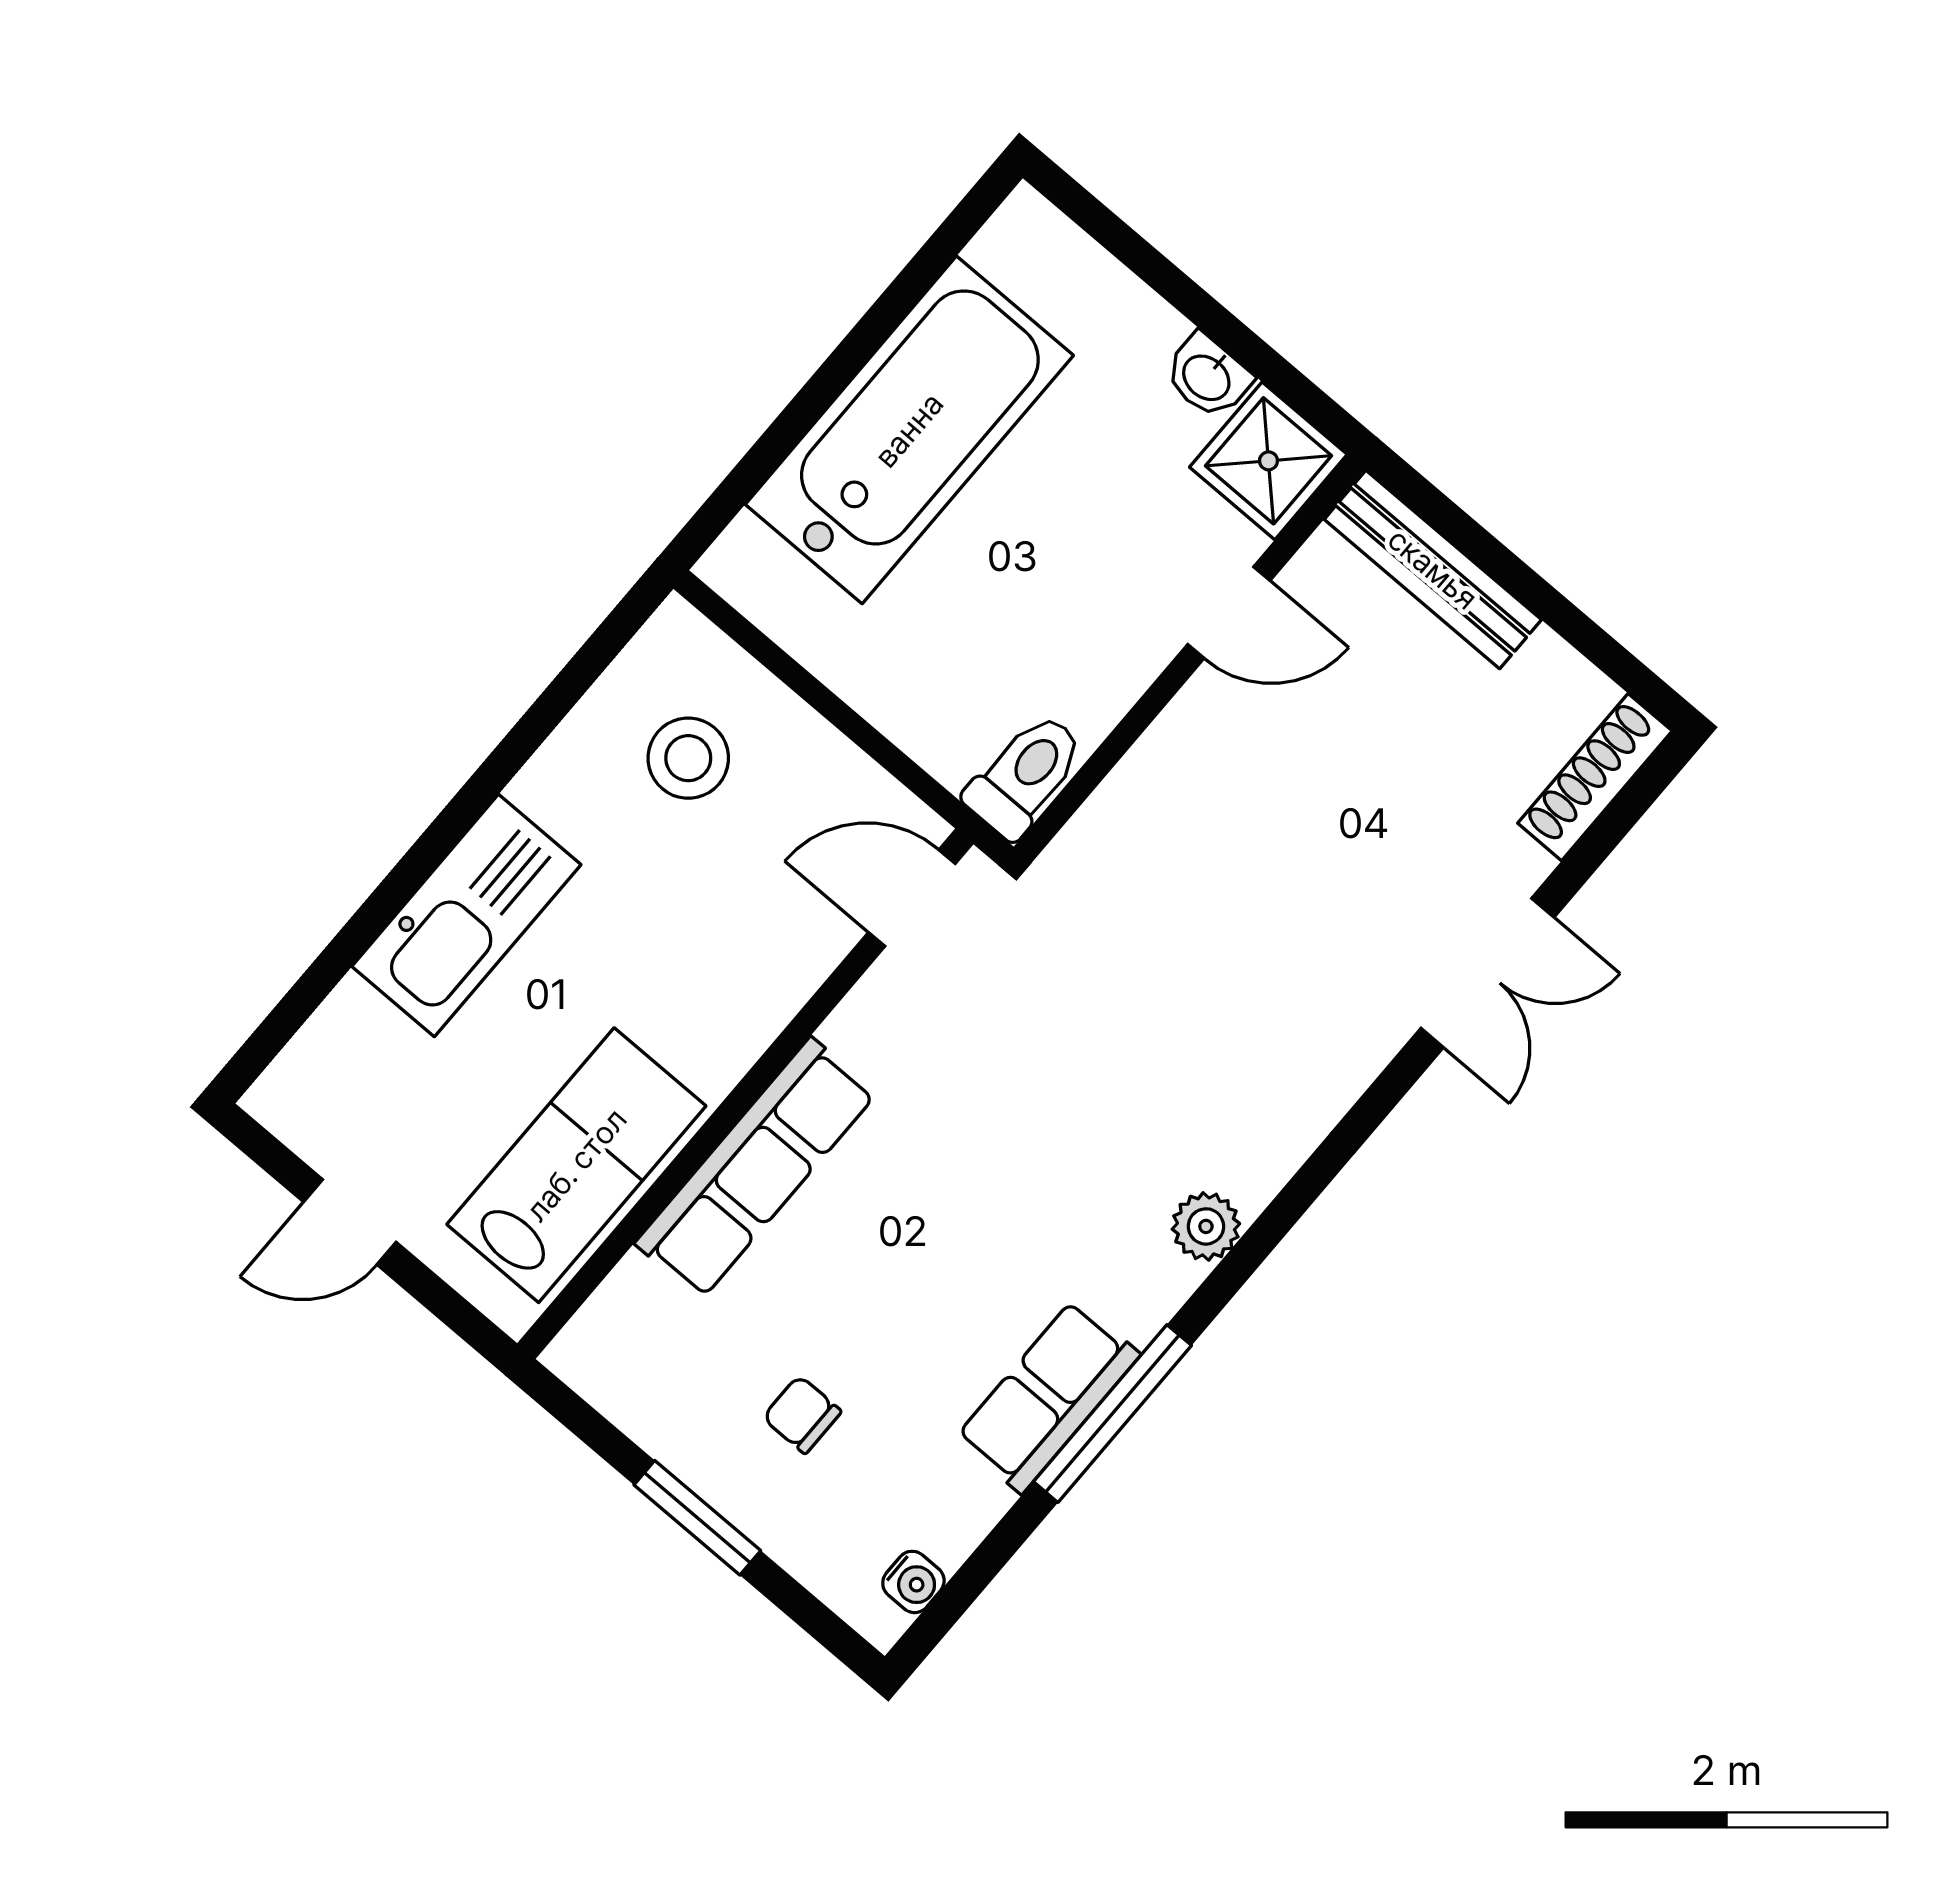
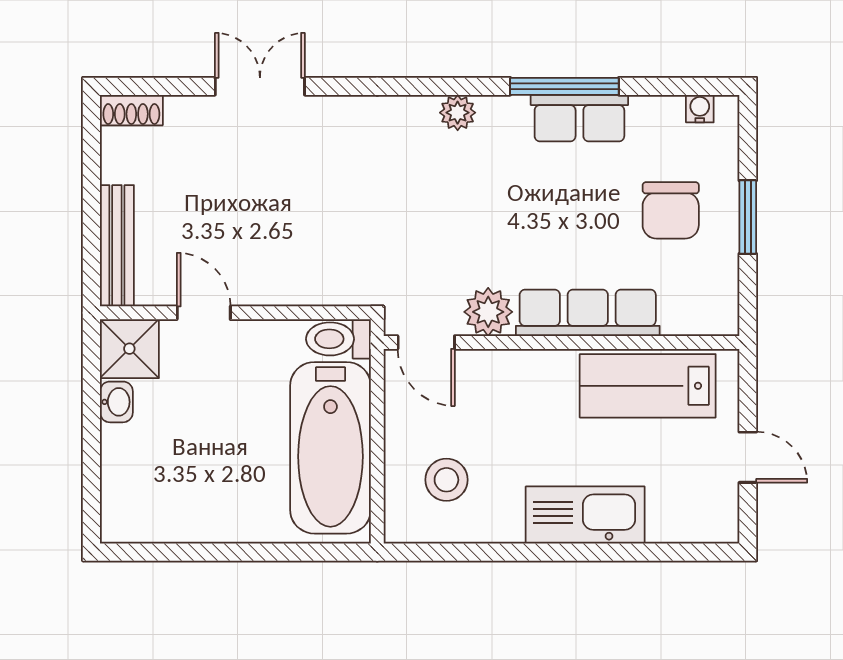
bathtub: (909, 430) -> (330, 448), moved, turned -90
shoe rack: (1595, 777) -> (131, 110), width x0.70
plant: (880, 1025) -> (488, 312), added
chair: (802, 1415) -> (671, 210), width x1.87, depth x1.87

